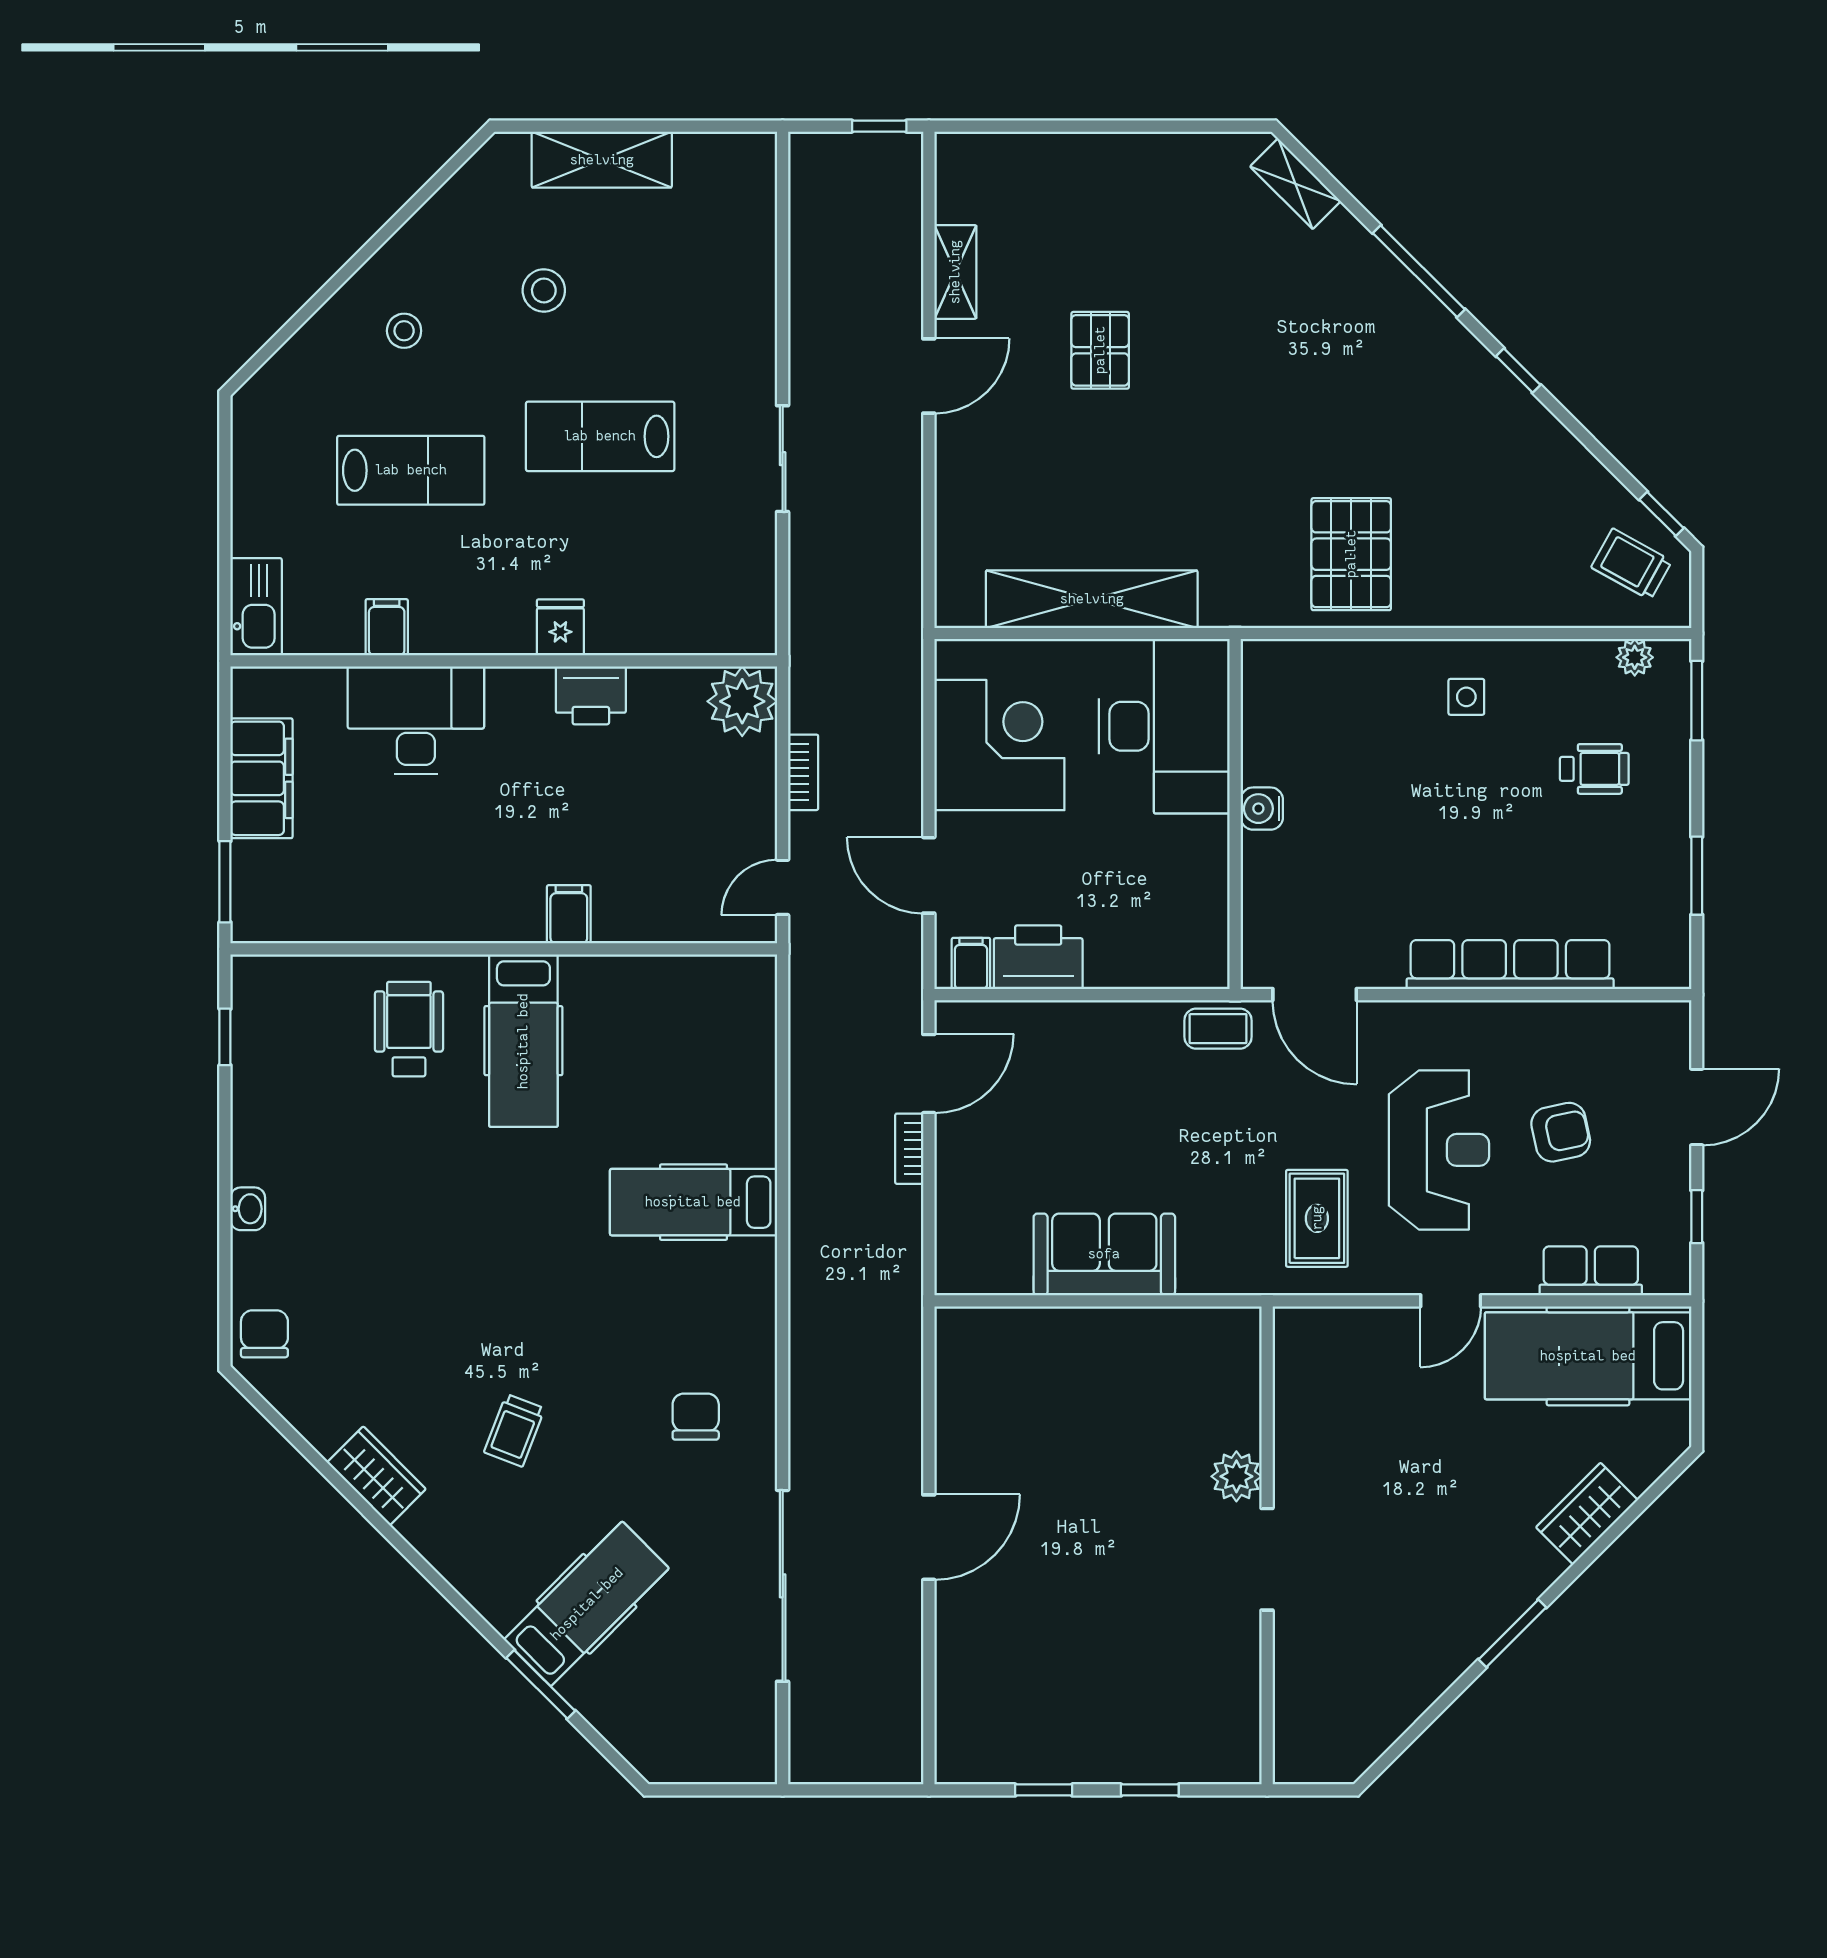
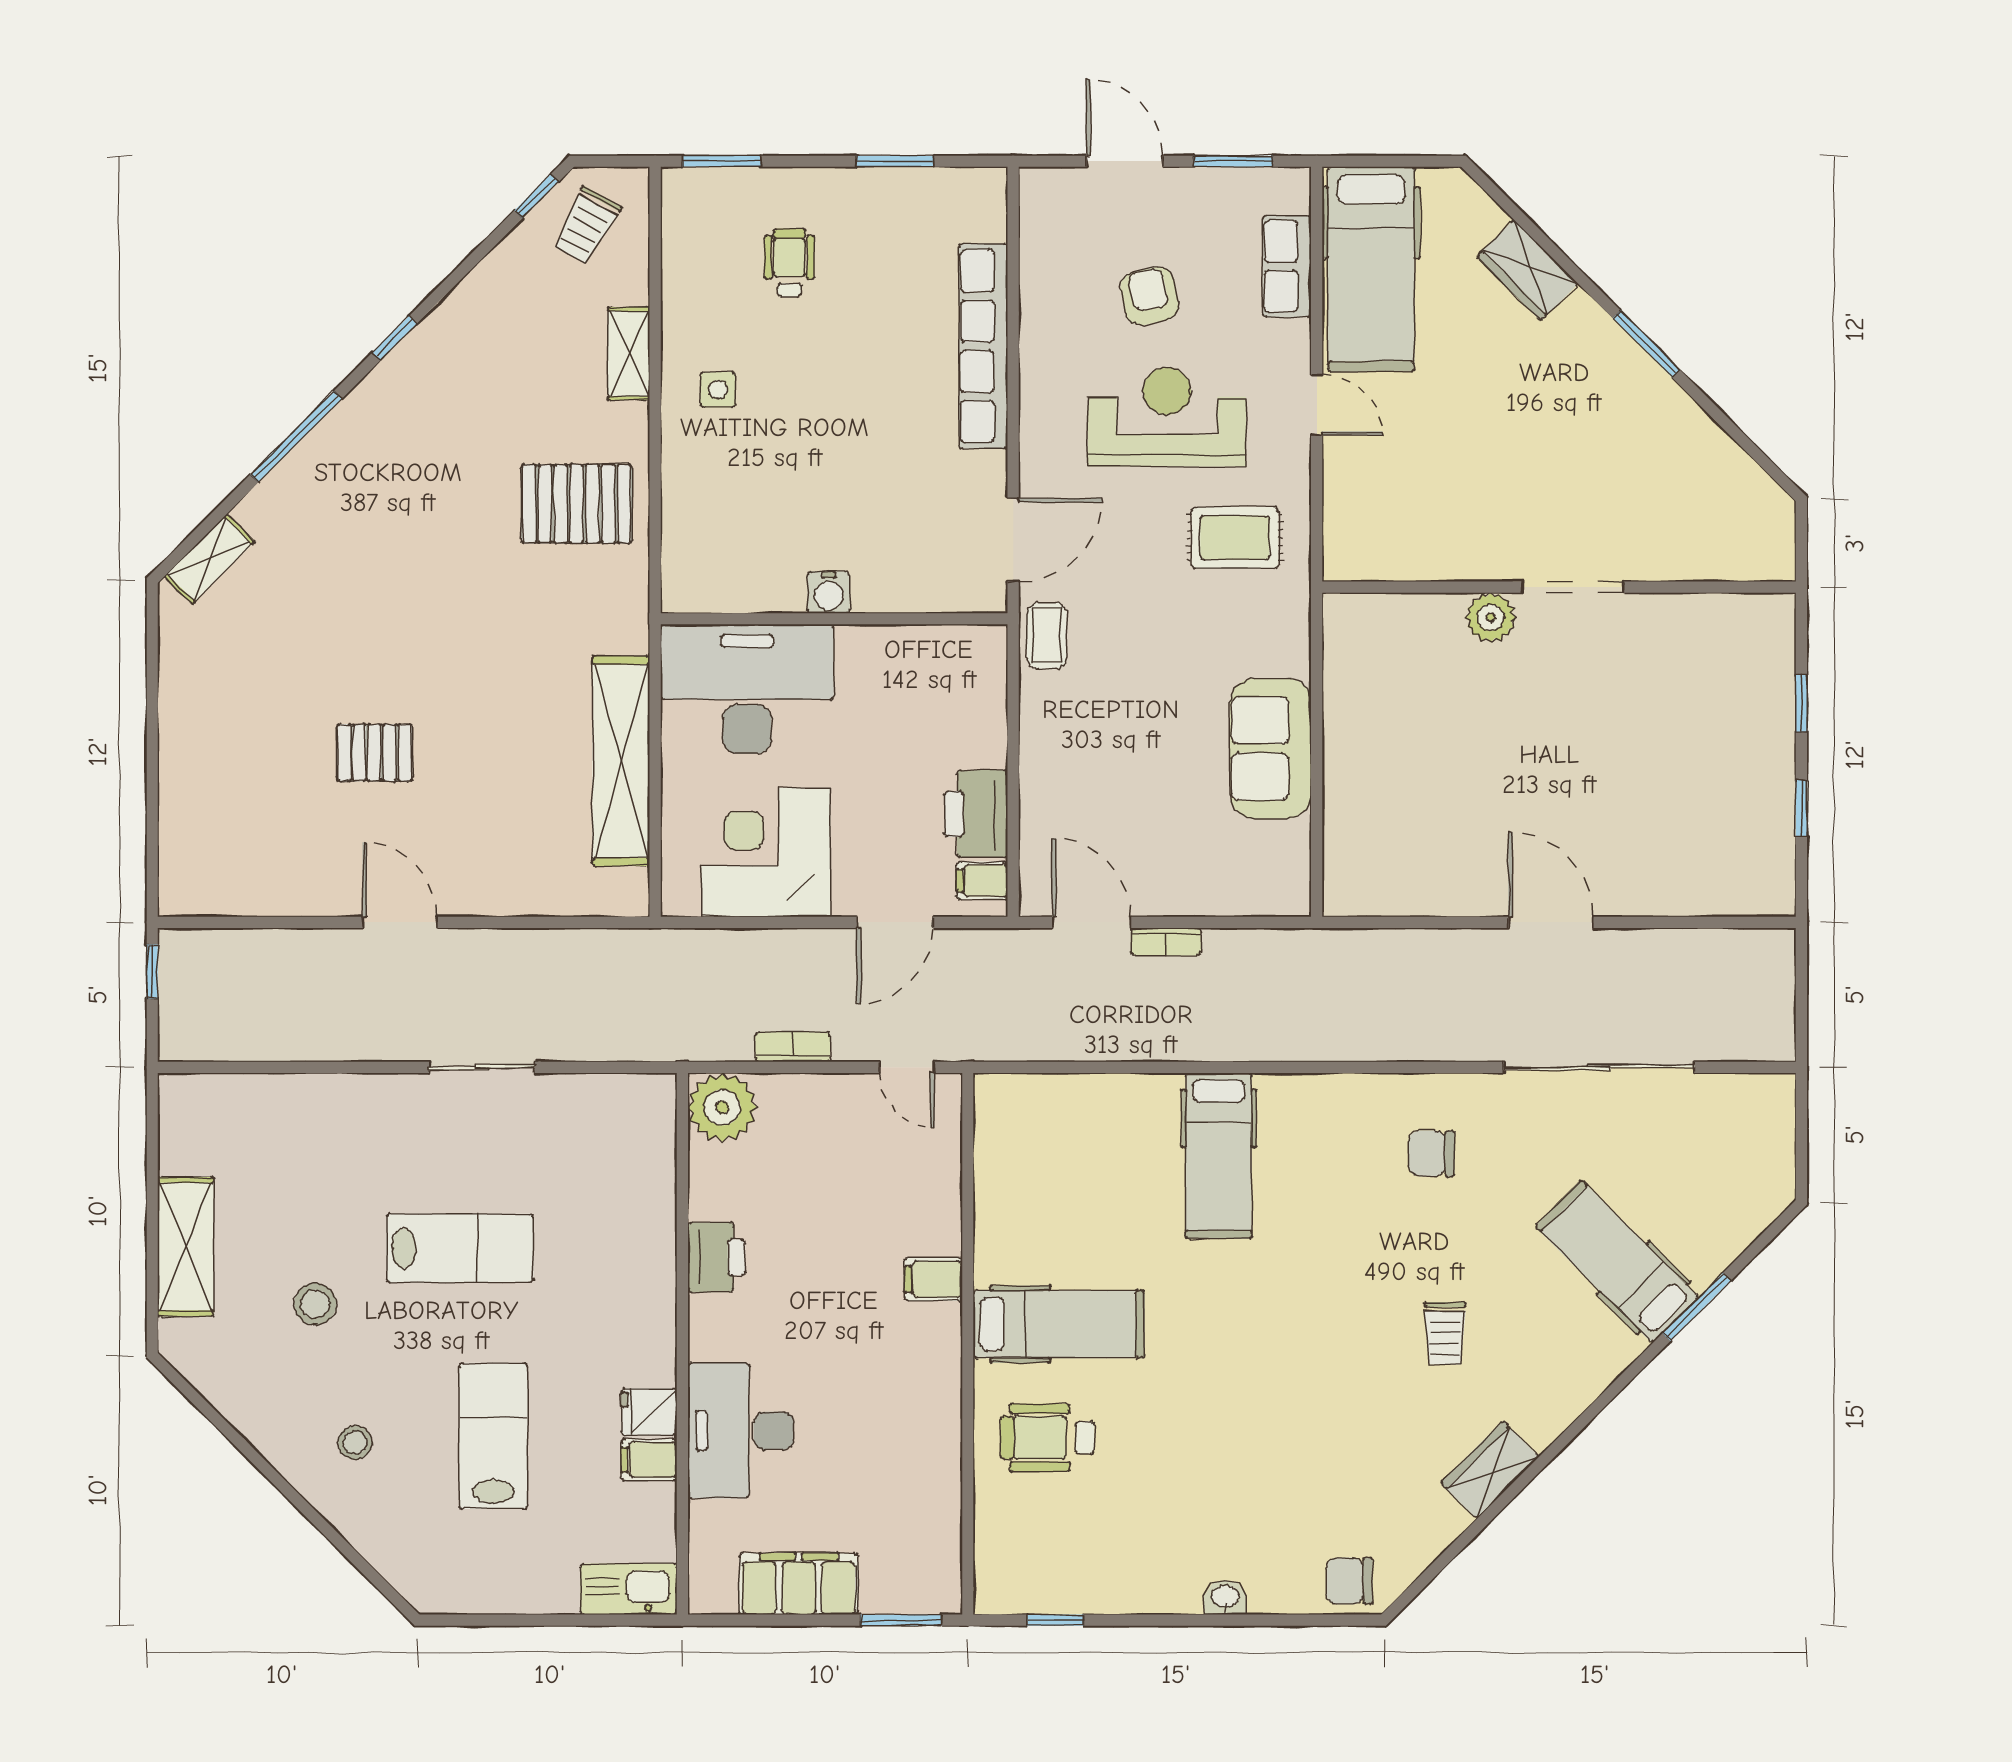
shelving: (955, 272) -> (629, 354), moved, turned 90
lab bench: (600, 436) -> (460, 1248), turned -90
fridge: (560, 627) -> (649, 1412), moved
plant: (1635, 657) -> (679, 223), removed
window: (1697, 1217) -> (1233, 161), width x1.50
trolley: (514, 1430) -> (1445, 1333), turned 69

